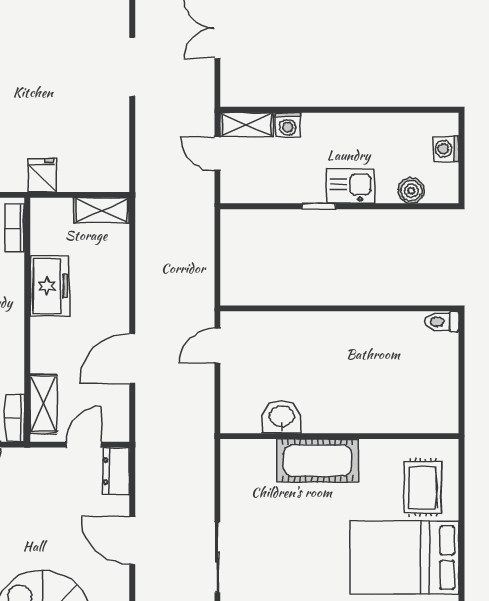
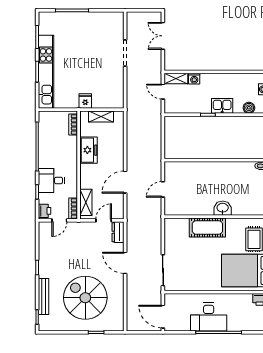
shelving: (102, 210) -> (101, 117), moved
door: (217, 346) -> (163, 189), moved
washbasin: (282, 417) -> (223, 208), moved

